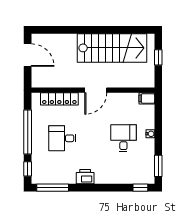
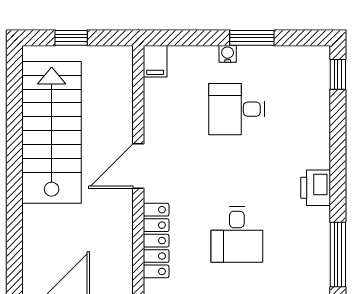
door: (96, 90) -> (138, 166), swing flipped
window: (158, 166) -> (252, 38), moved

